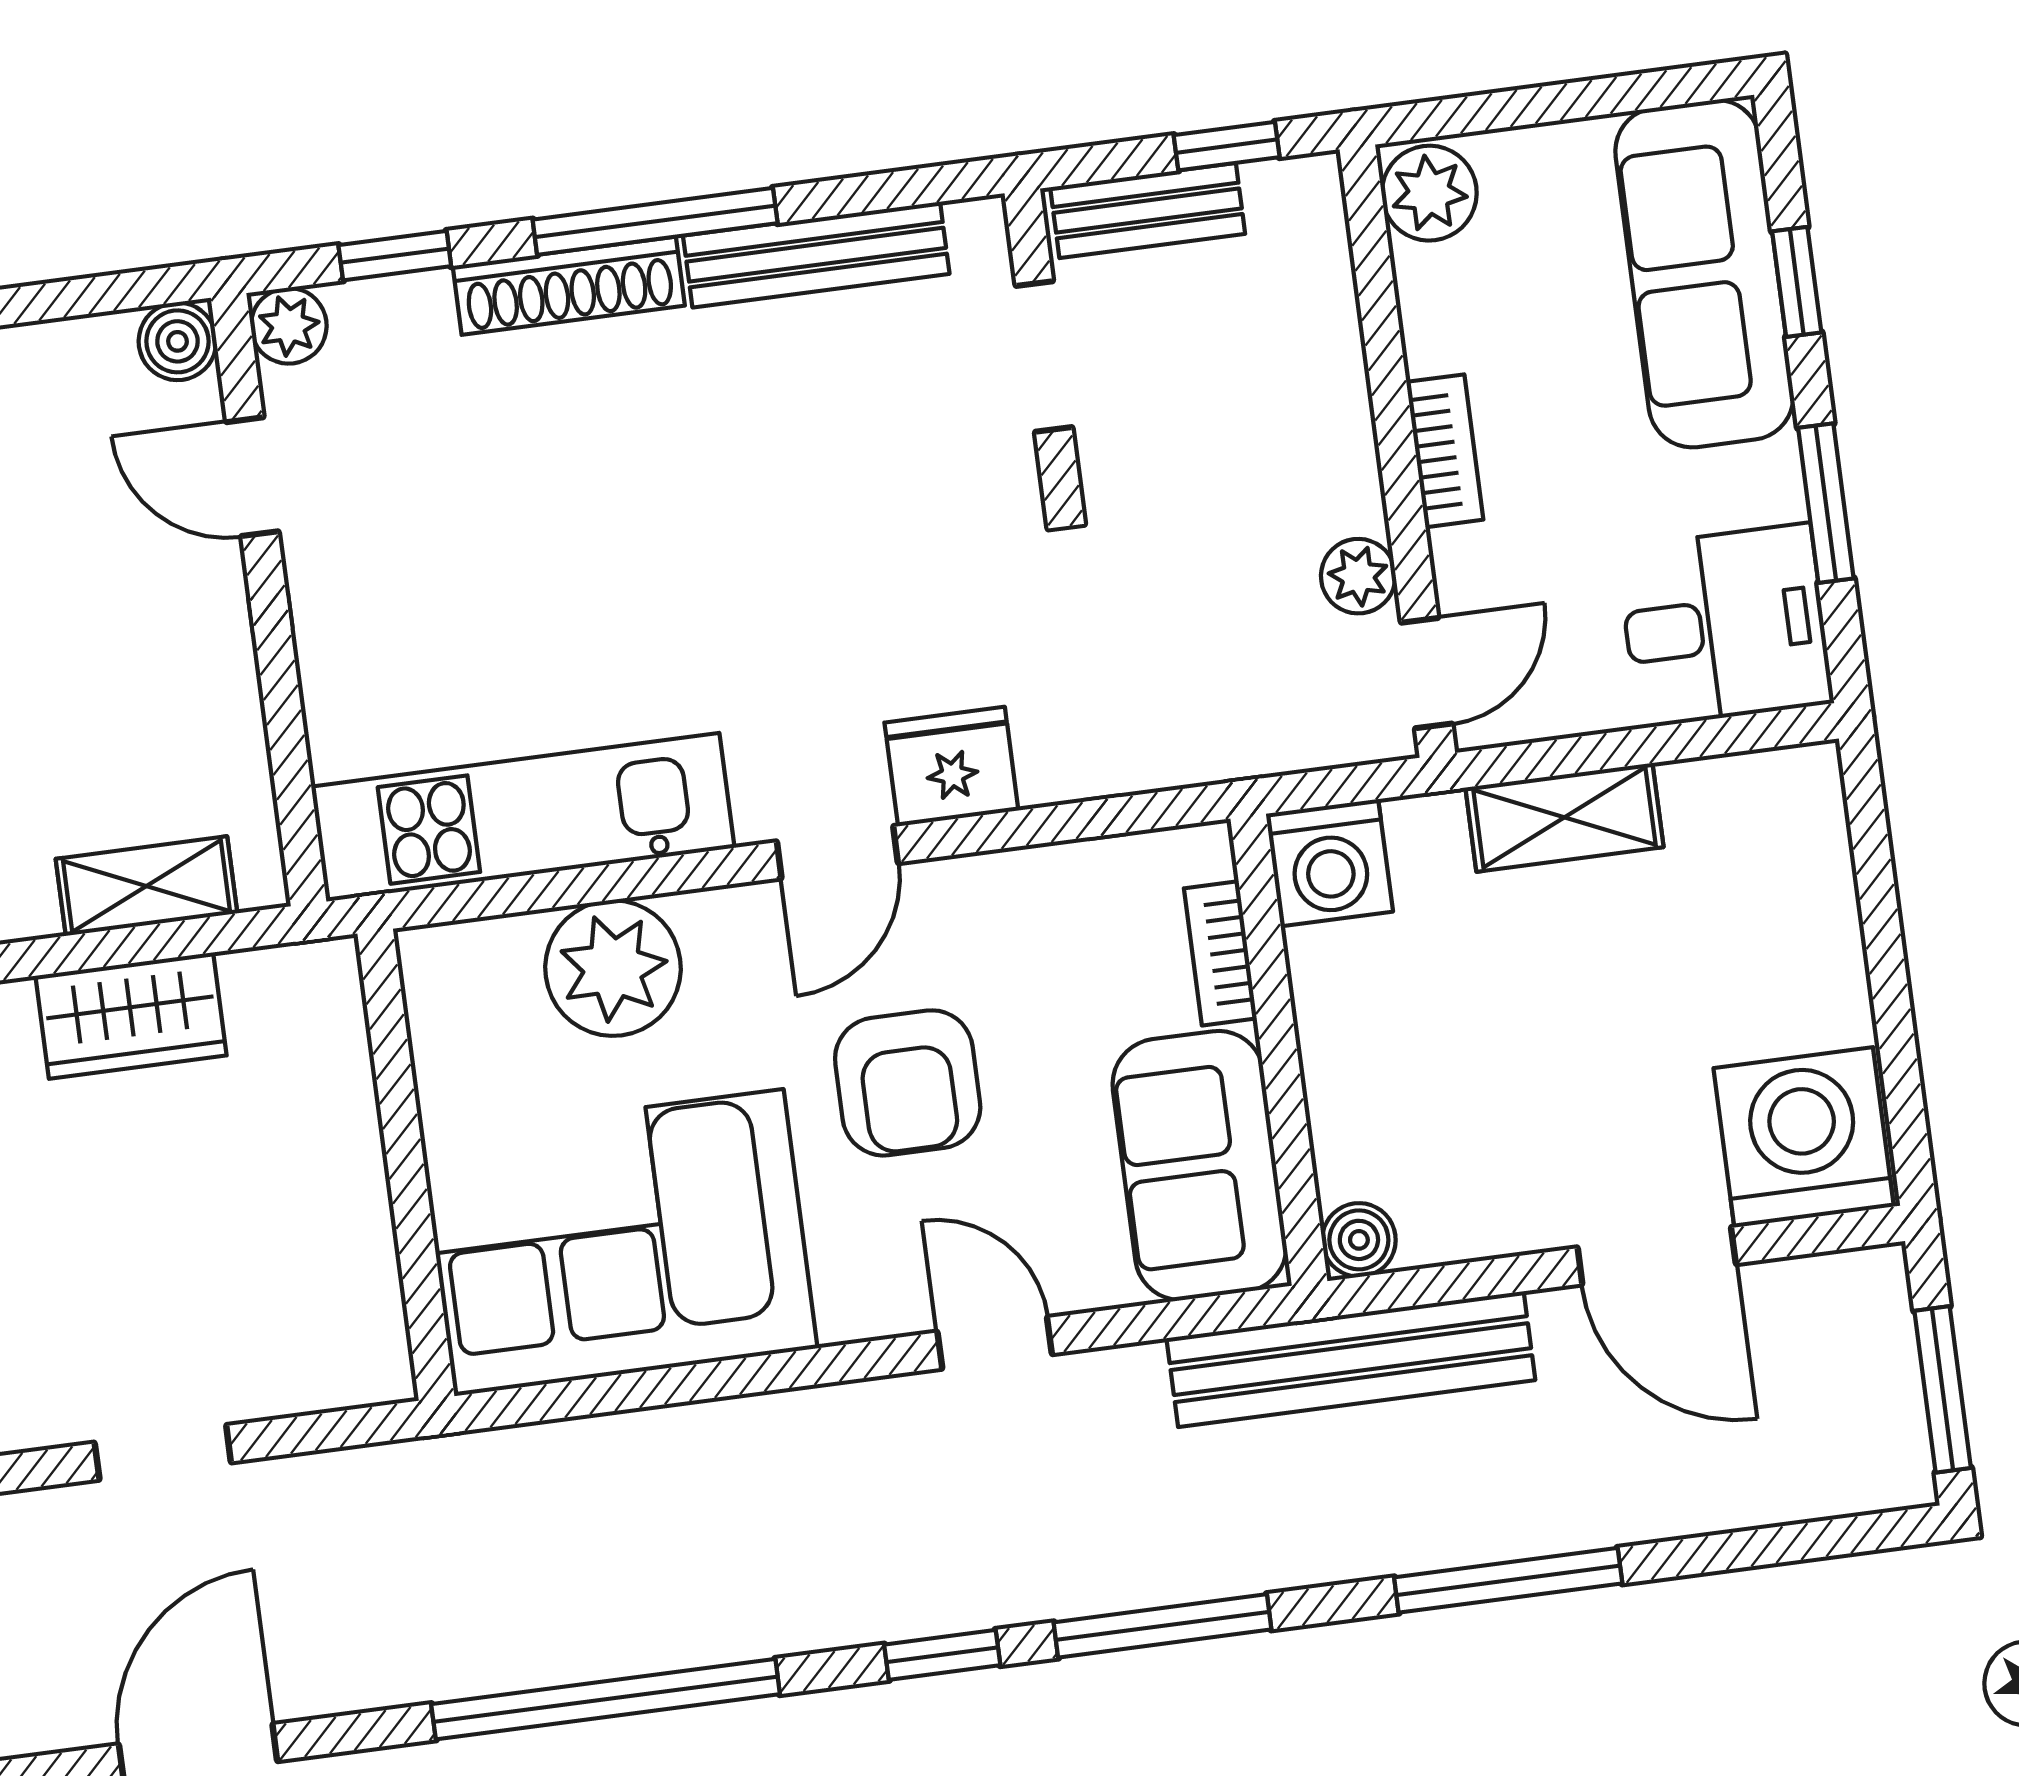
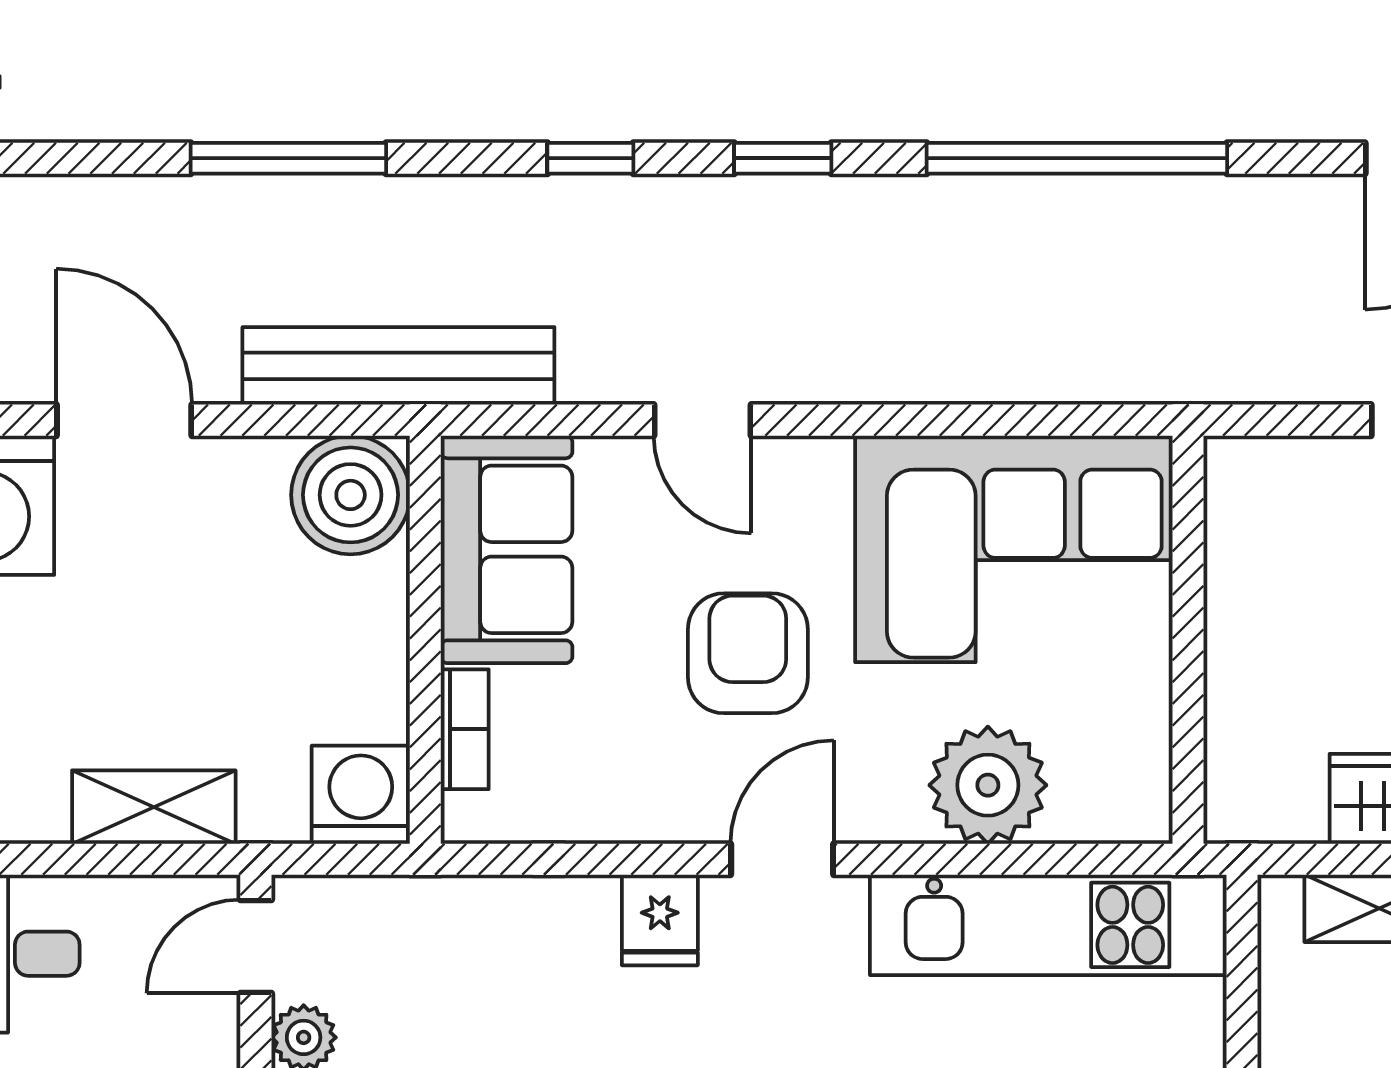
fridge: (951, 767) -> (660, 920), width x0.72
boiler: (1359, 1240) -> (351, 495), width x1.86, depth x1.86
window: (1162, 1626) -> (590, 158), width x0.46

